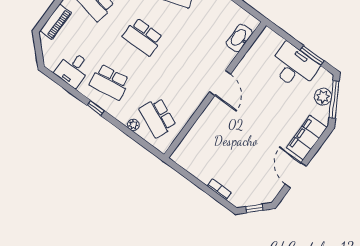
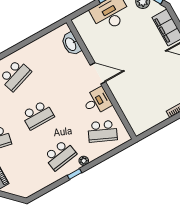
desk: (73, 69) -> (97, 101), moved, turned -90
plant: (133, 125) -> (84, 161), moved

